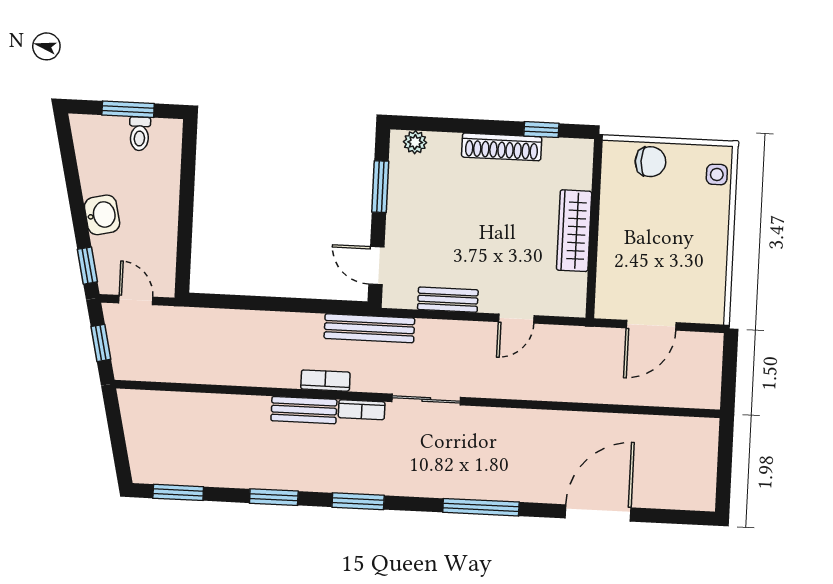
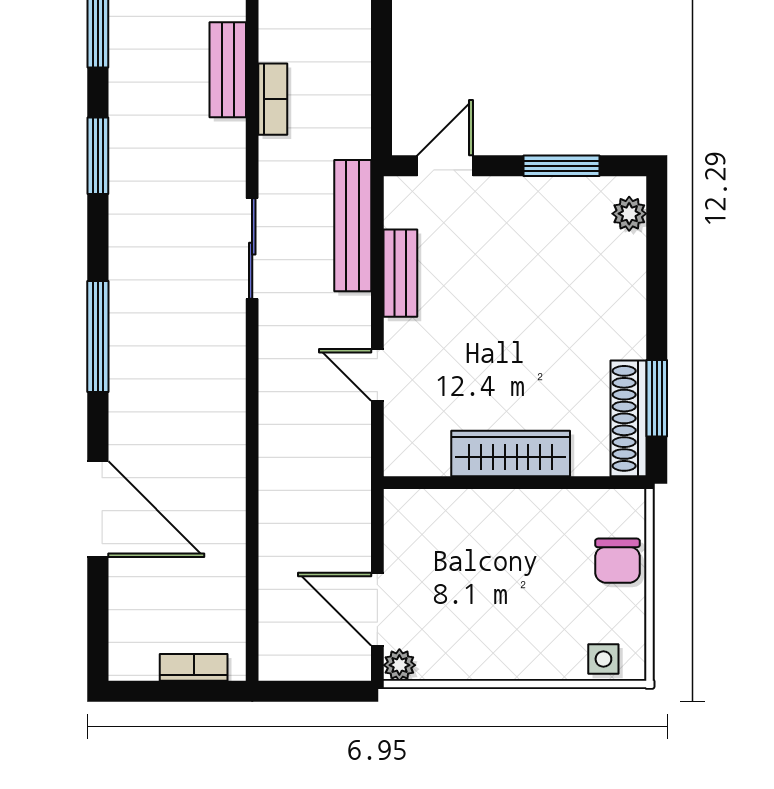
window: (541, 130) -> (657, 398), width x1.50
shoe rack: (502, 147) -> (628, 418), moved
plant: (714, 313) -> (399, 665), added
door: (651, 325) -> (377, 609), moved
bench: (369, 328) -> (353, 226), moved
bookcase: (362, 410) -> (194, 667), moved, turned 90

